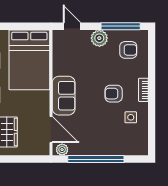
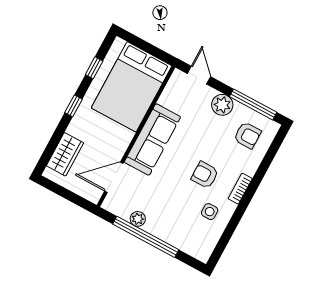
sofa: (64, 96) -> (152, 139), width x1.36
door: (51, 130) -> (114, 177), swing flipped
plant: (62, 150) -> (138, 219), moved

